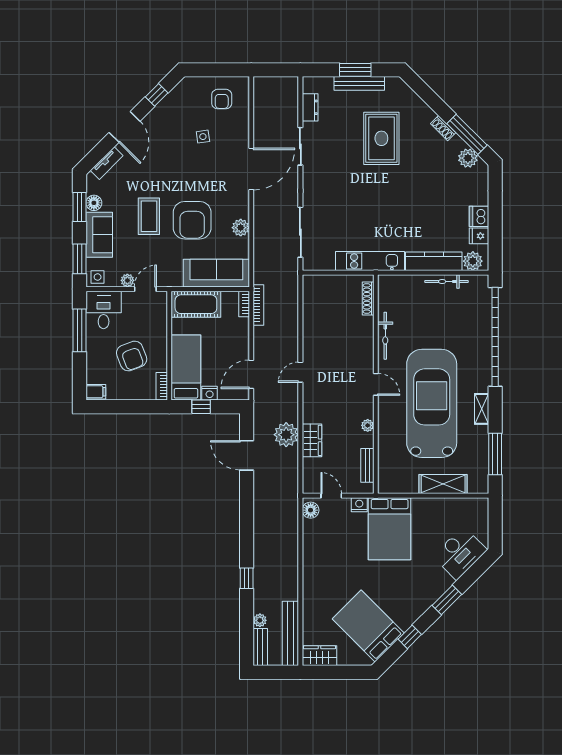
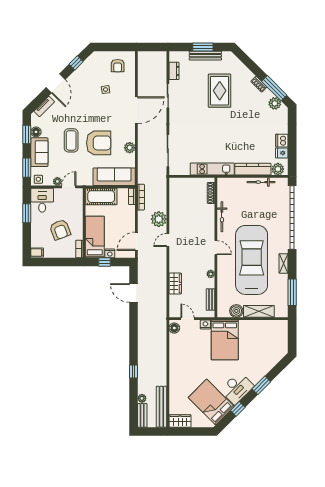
armchair: (192, 220) -> (99, 143), turned -90
window: (79, 330) -> (27, 213), width x0.69
plant: (286, 435) -> (159, 219), moved
boiler: (408, 483) -> (236, 311), added
desk: (460, 553) -> (237, 388), moved

